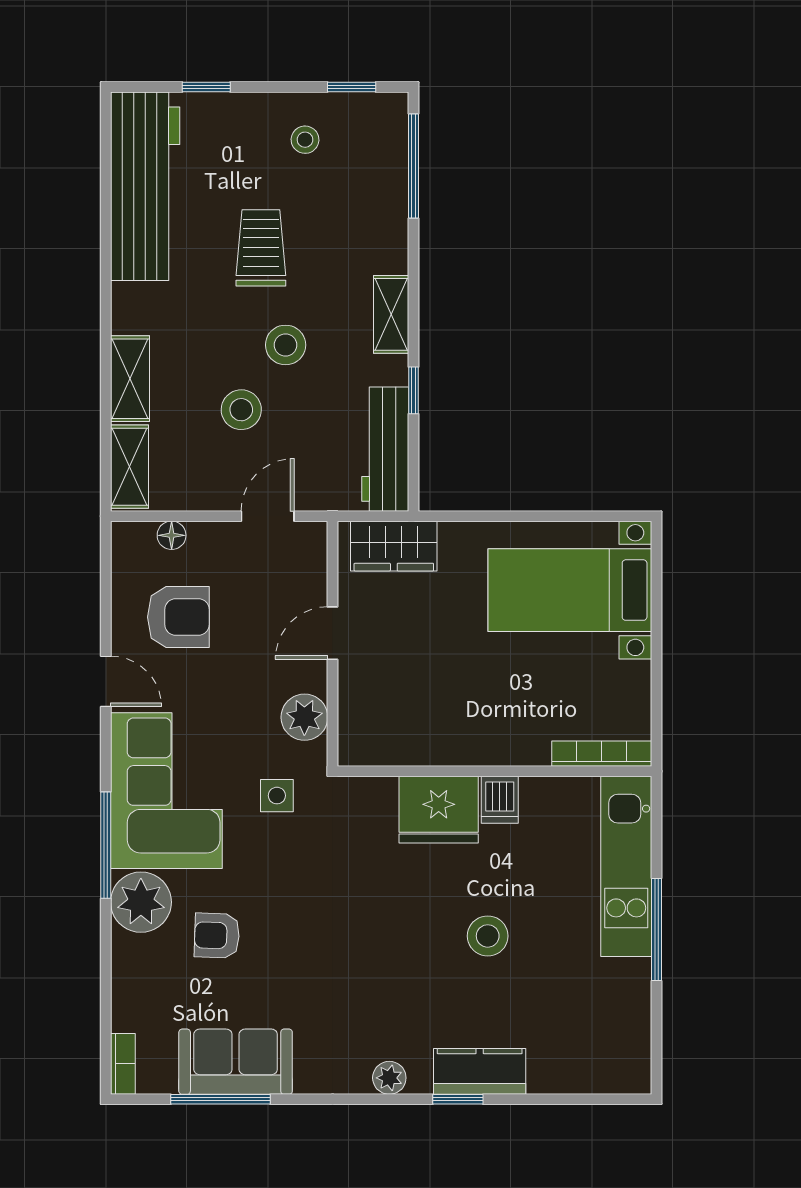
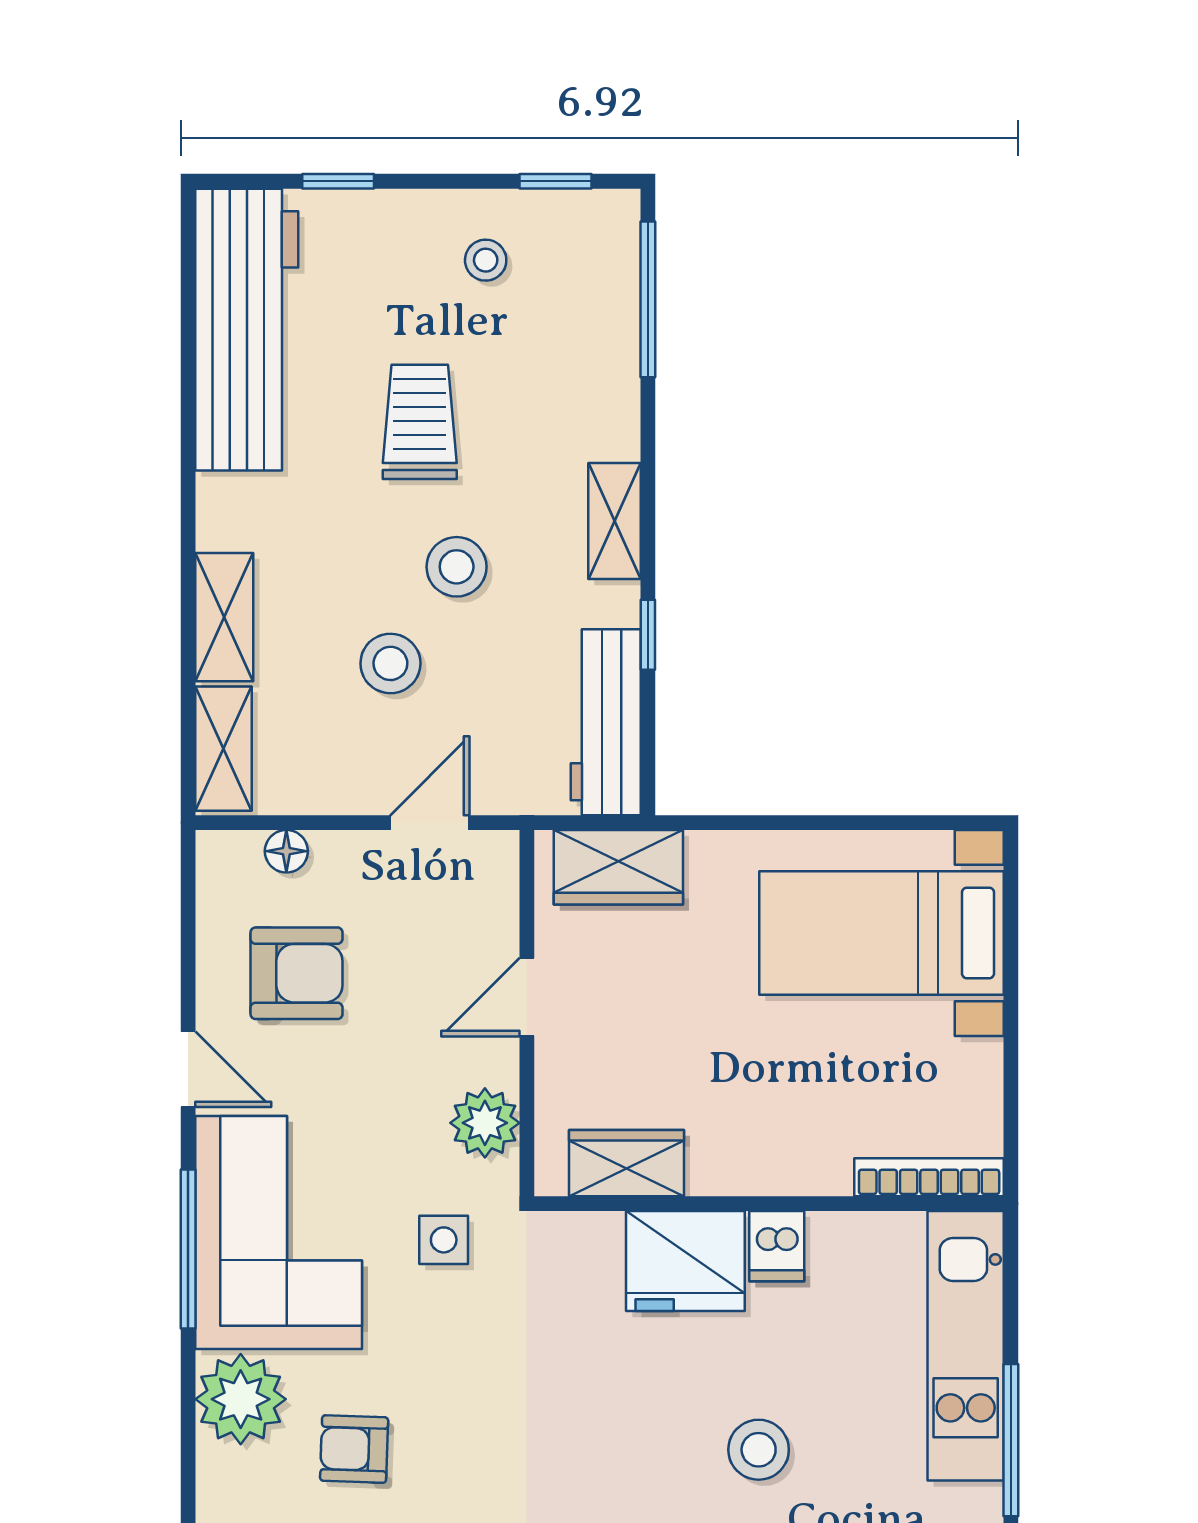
wardrobe: (399, 744) -> (627, 1163), added
window: (106, 845) -> (188, 1249), moved

